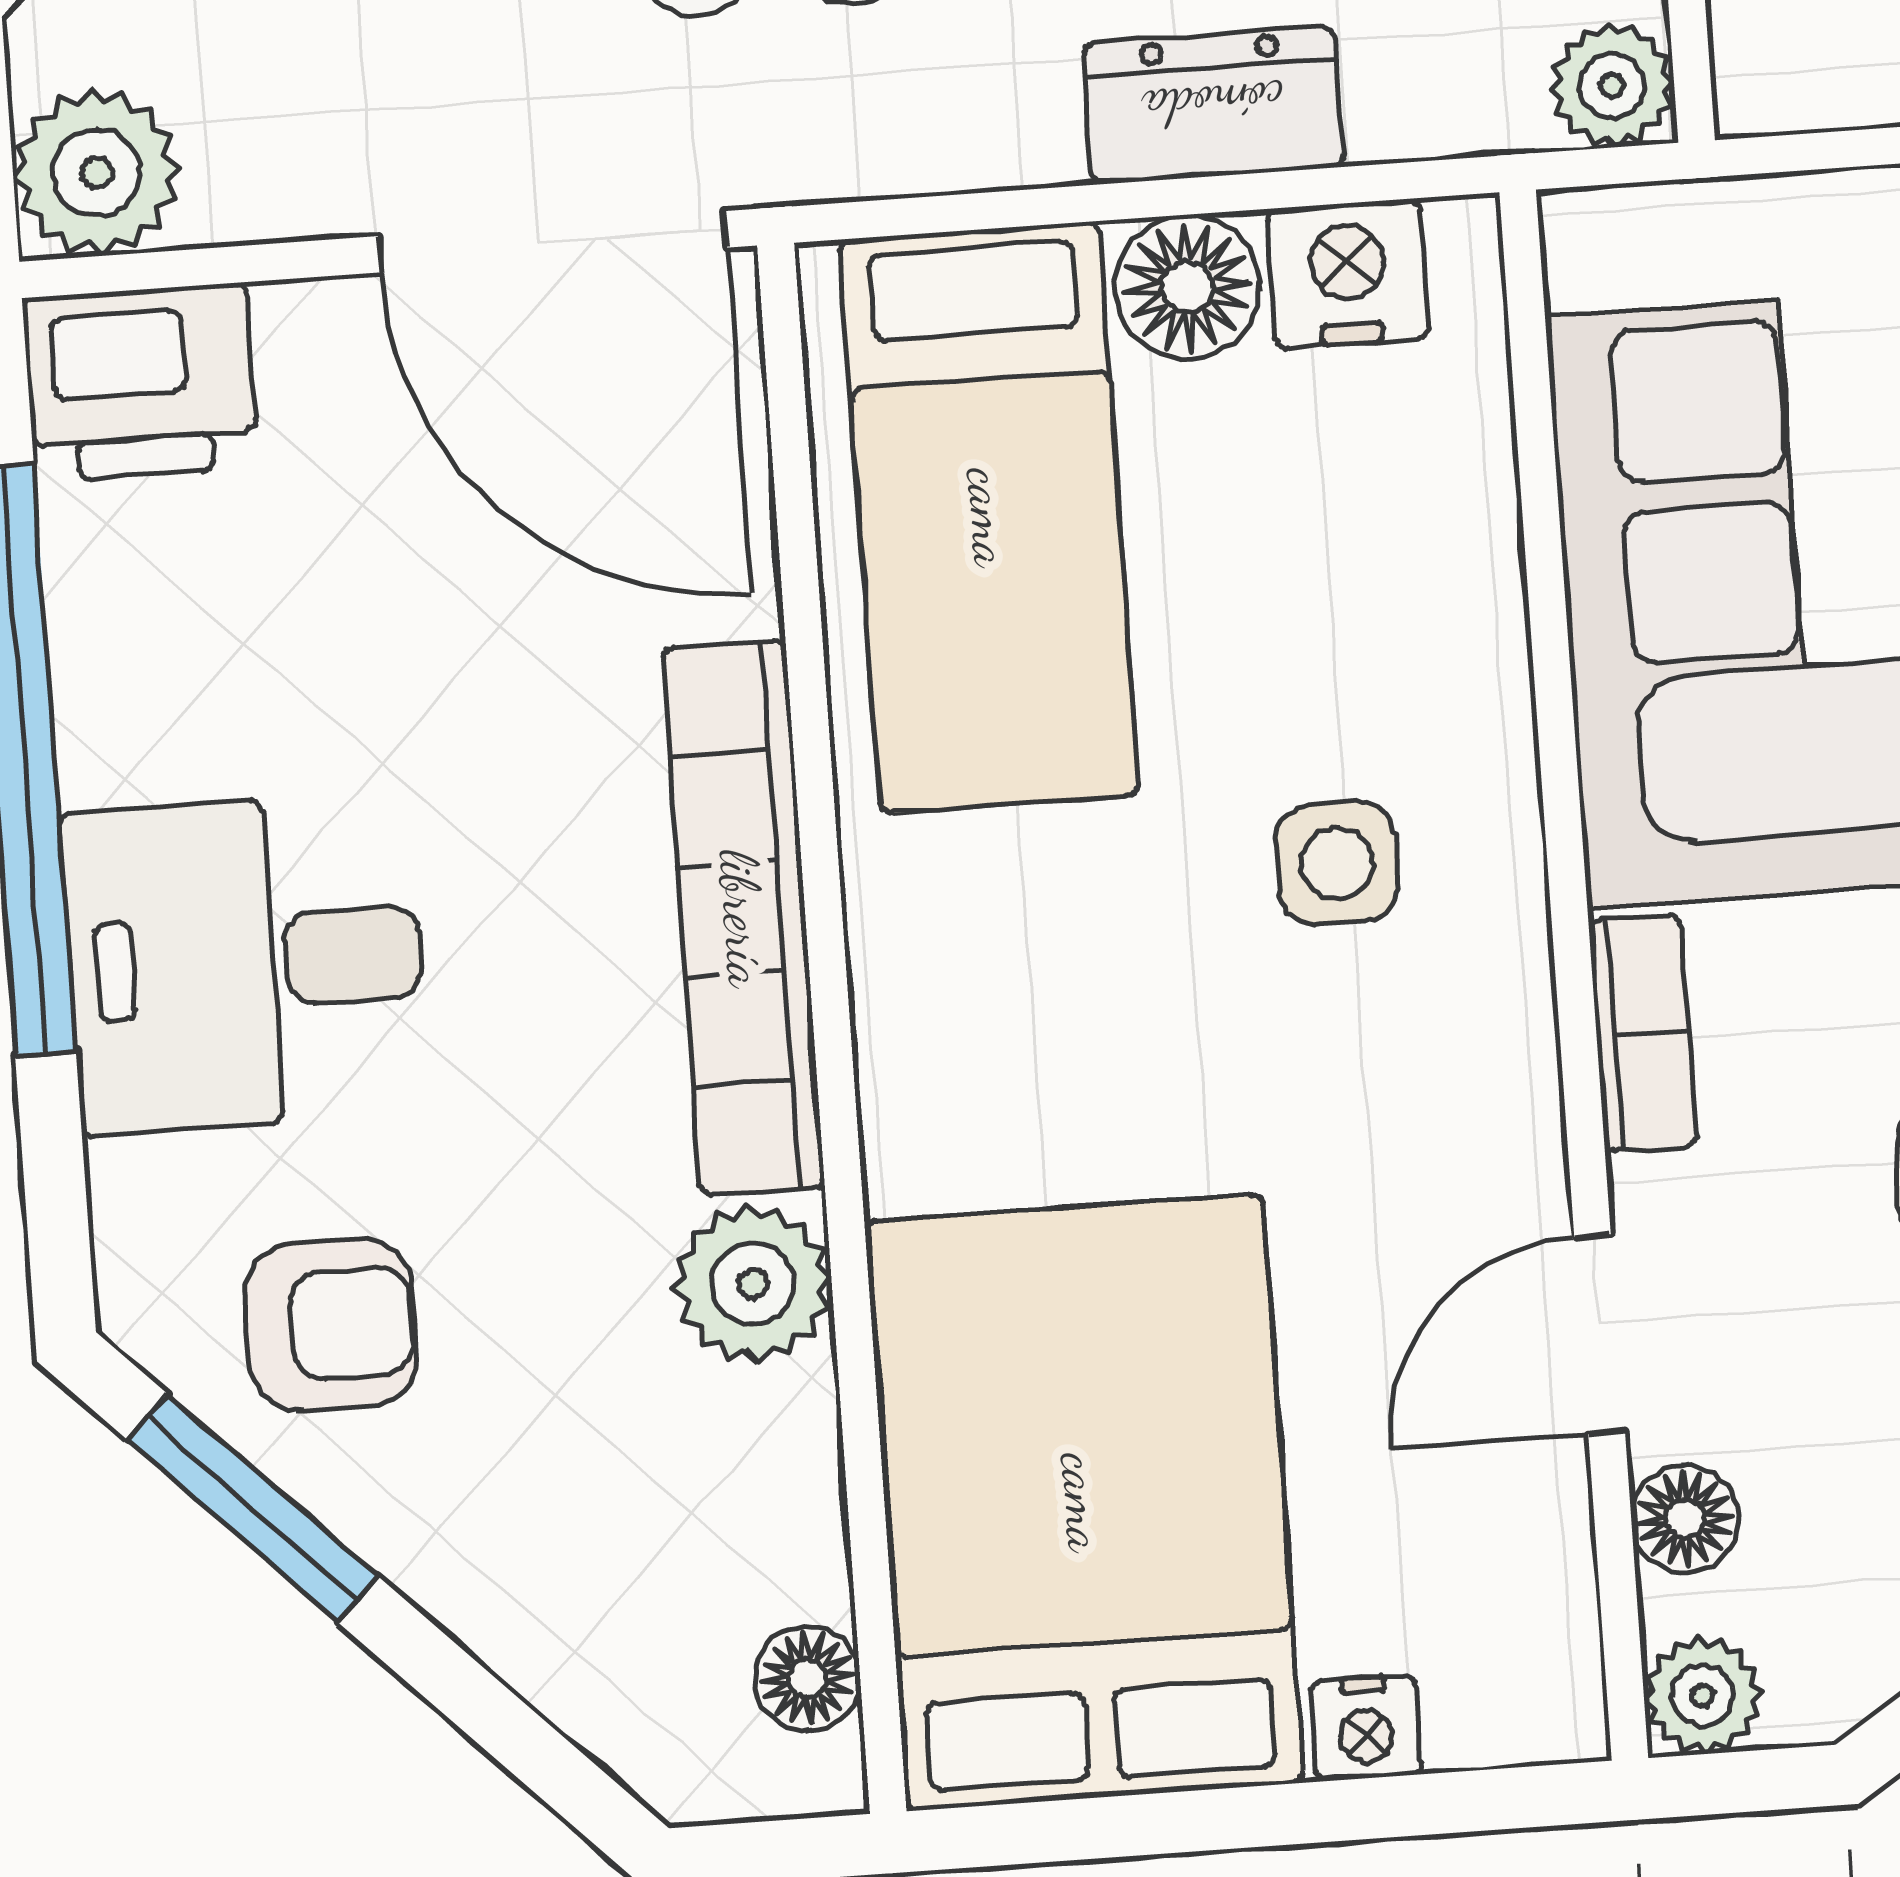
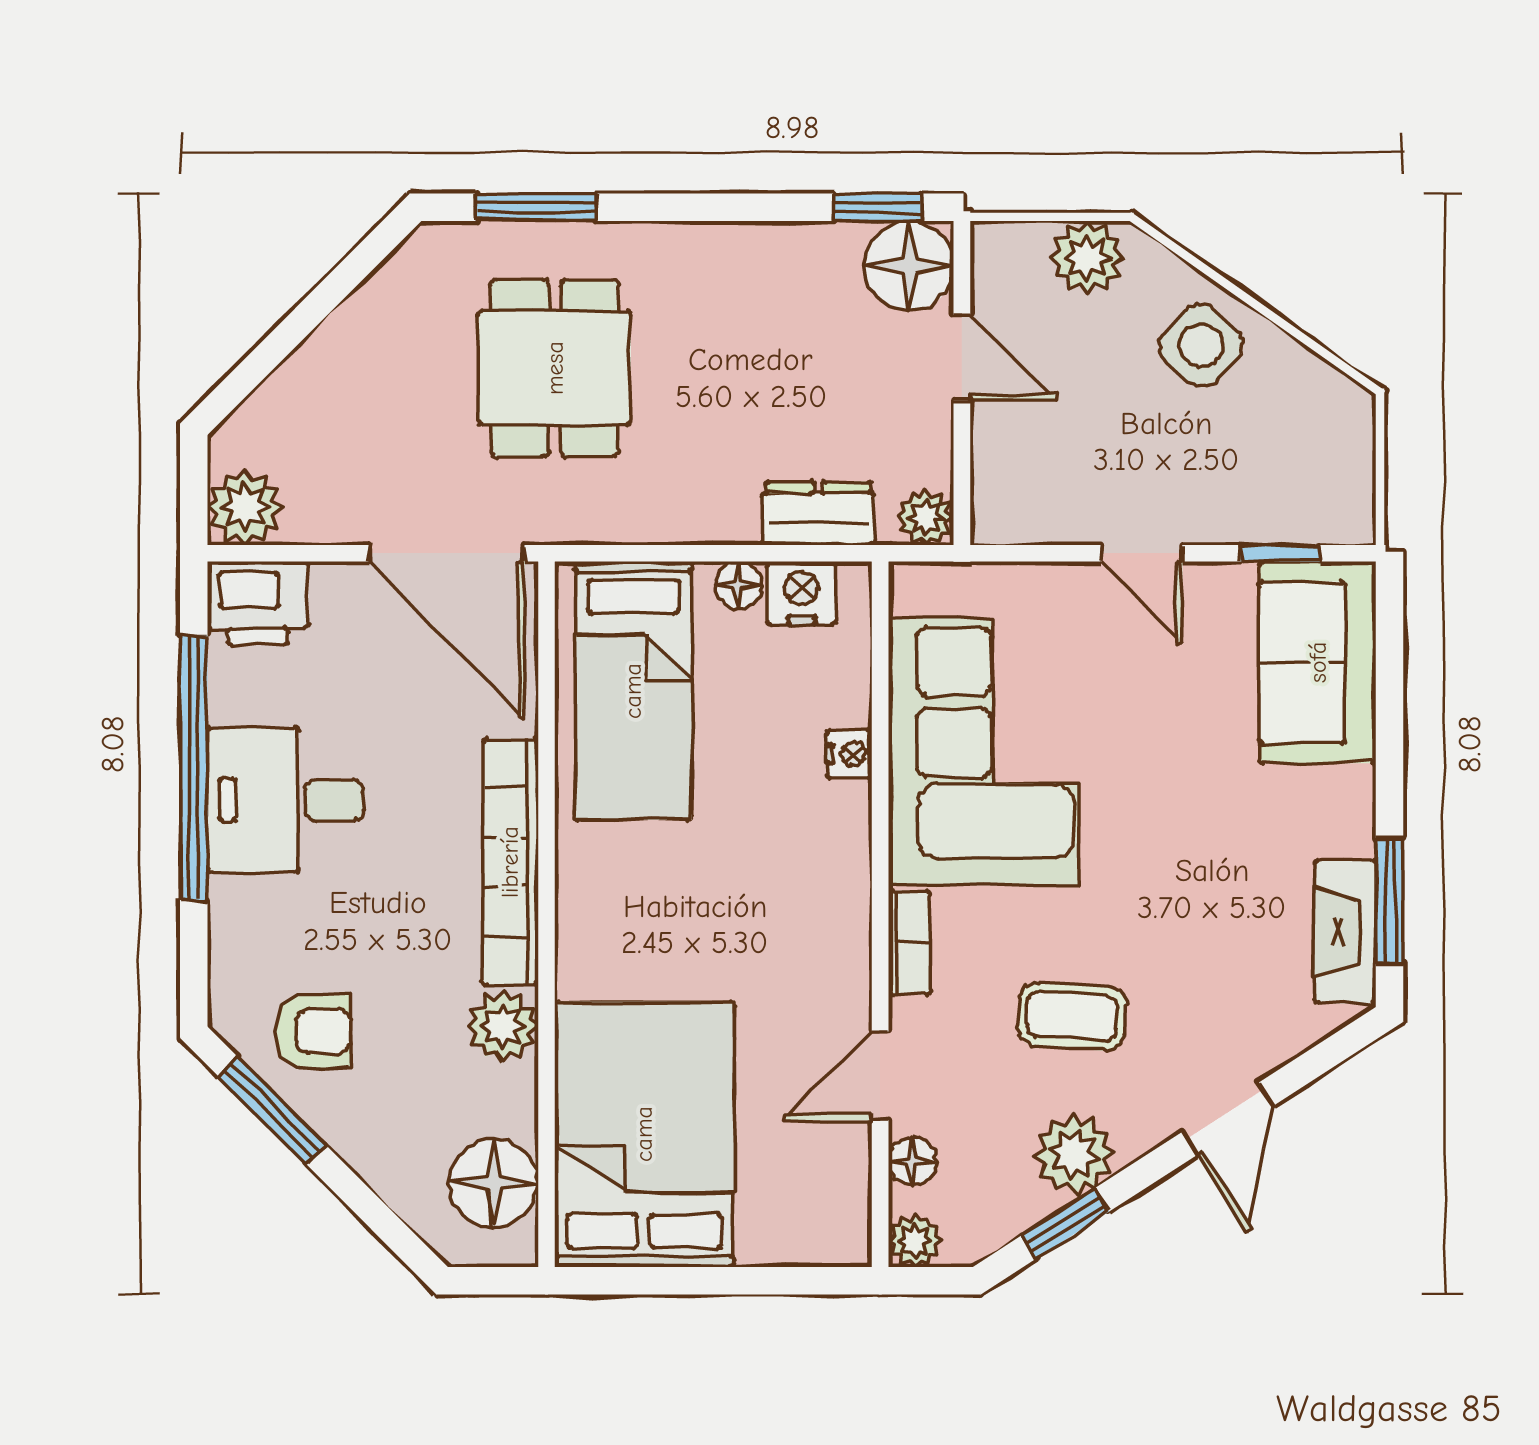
dresser: (1213, 105) -> (818, 513), moved
floor lamp: (1187, 287) -> (738, 585), width x0.73, depth x0.73
side table: (1337, 863) -> (778, 857), removed
desk: (245, 963) -> (286, 800), moved
floor lamp: (807, 1678) -> (494, 1183), width x1.89, depth x1.89
nightstand: (1366, 1728) -> (849, 754), moved, turned -90

